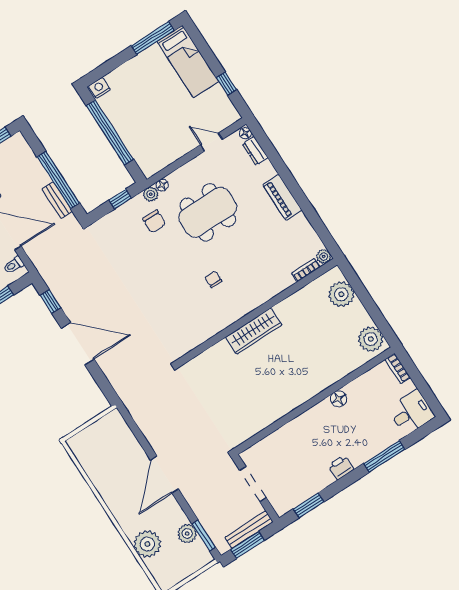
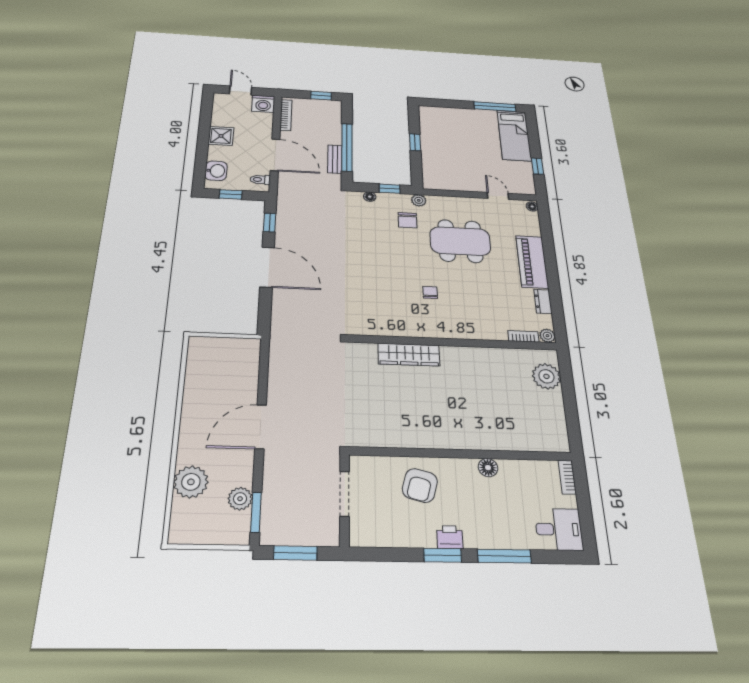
nightstand: (99, 88) -> (428, 111), removed
window: (110, 132) -> (415, 142), width x0.32
dresser: (255, 151) -> (543, 301), moved
floor lamp: (162, 185) -> (370, 197), moved
piano: (282, 197) -> (532, 262), width x1.37, depth x1.33
wardrobe: (254, 331) -> (409, 355), moved
plant: (371, 339) -> (554, 433), removed
armchair: (300, 444) -> (420, 485), added
window: (309, 505) -> (443, 555), moved
bench: (249, 530) -> (308, 538), removed

